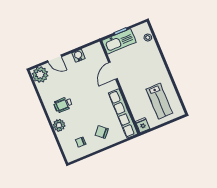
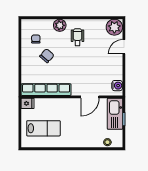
water cooler: (78, 56) -> (117, 86), moved
door: (113, 71) -> (90, 97), swing flipped
lab bench: (159, 101) -> (43, 128), turned 180
chair: (102, 132) -> (47, 56), moved

